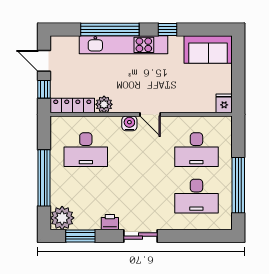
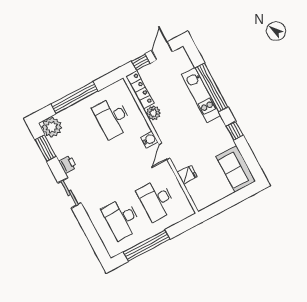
kitchen unit: (124, 45) -> (201, 95), width x0.73
fridge: (224, 103) -> (187, 175), moved

